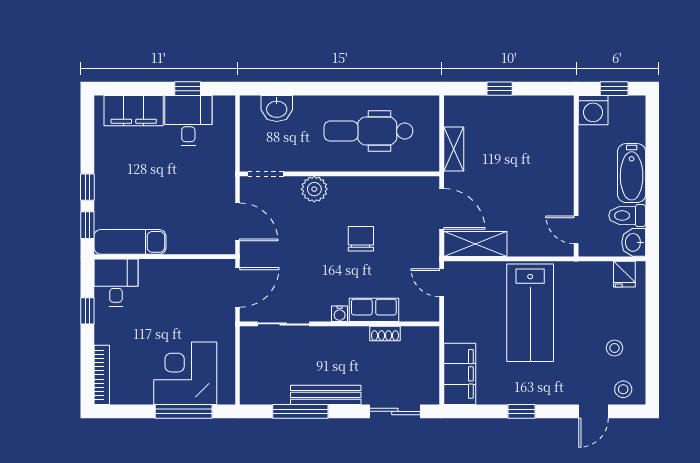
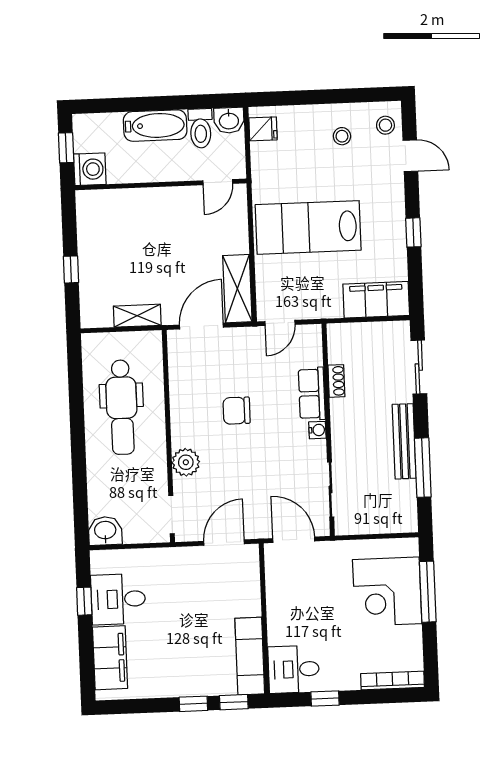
washbasin: (277, 108) -> (105, 531), moved, turned -90
lab bench: (530, 313) -> (308, 227), turned 180

